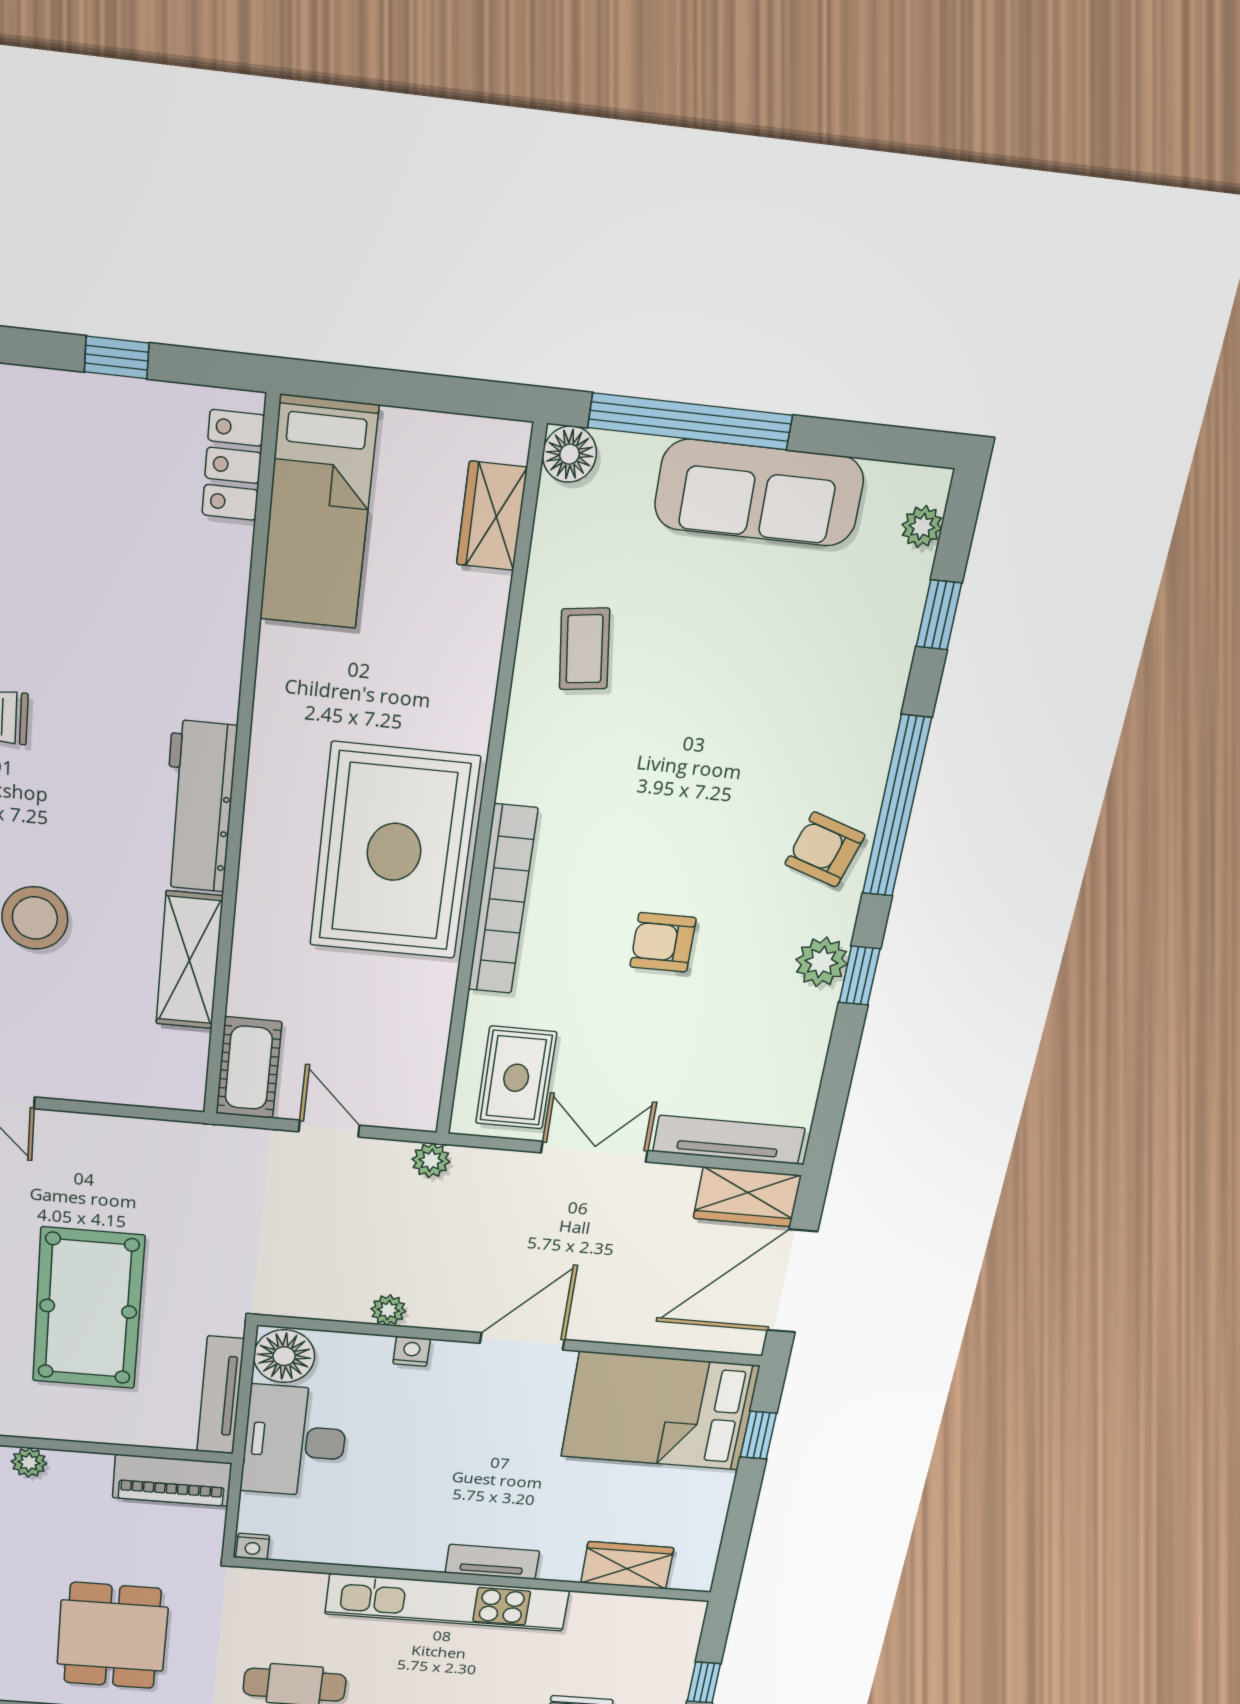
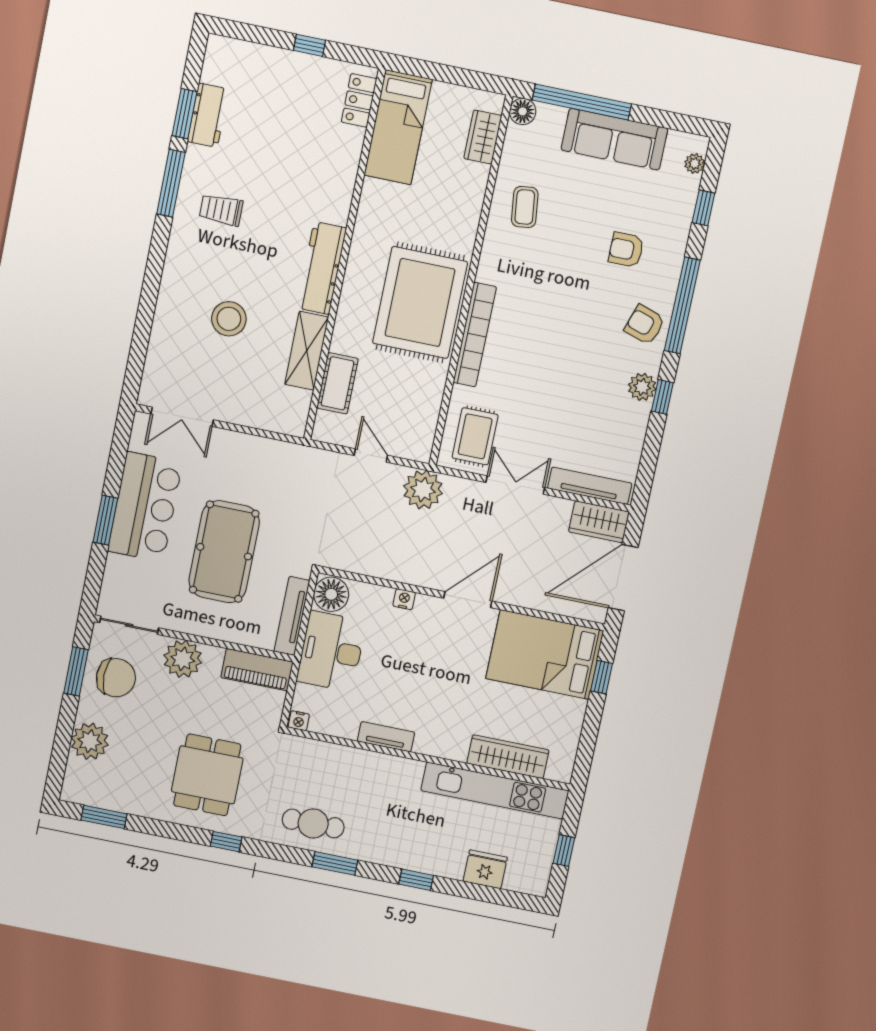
armchair: (663, 942) -> (626, 250), moved
cot: (249, 1068) -> (338, 383), moved
plant: (431, 1160) -> (423, 490), width x1.87, depth x1.87
plant: (388, 1310) -> (393, 571), removed
plant: (29, 1463) -> (183, 659), width x1.88, depth x1.88
tv unit: (492, 1562) -> (386, 737), moved
wardrobe: (627, 1565) -> (508, 757), width x1.50
kitchen unit: (447, 1602) -> (495, 791), moved

